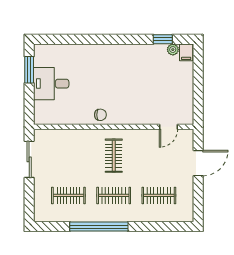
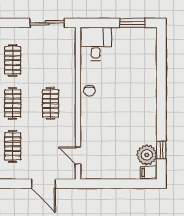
plant: (173, 50) -> (147, 155), width x1.87, depth x1.87
desk: (51, 84) -> (96, 44), moved
clothes rail: (114, 156) -> (50, 103), turned 90

